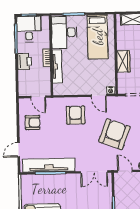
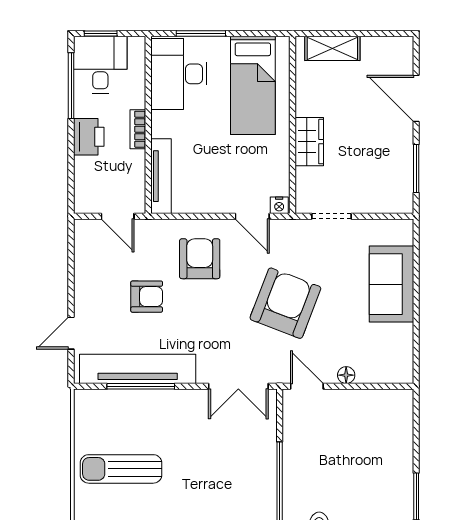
tv unit: (57, 66) -> (161, 176), moved
armchair: (33, 122) -> (147, 297), moved

